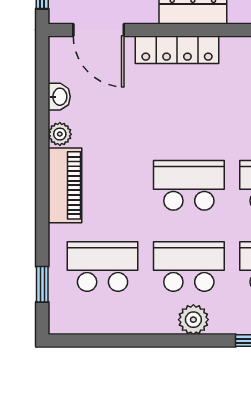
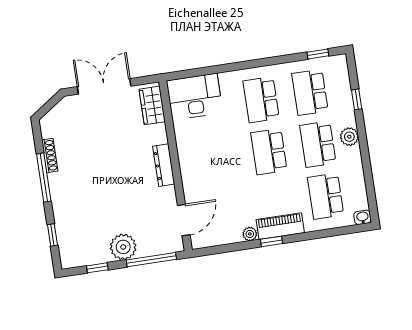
locker: (177, 50) -> (188, 171), removed
washbasin: (59, 97) -> (363, 217), moved
window: (42, 284) -> (272, 241), moved

